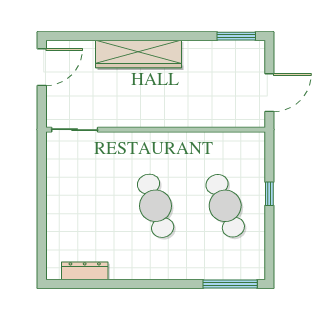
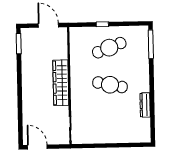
wardrobe: (139, 54) -> (61, 83), moved, turned 180
cafe table: (156, 206) -> (110, 85), turned 30
dresser: (85, 271) -> (145, 105), moved

